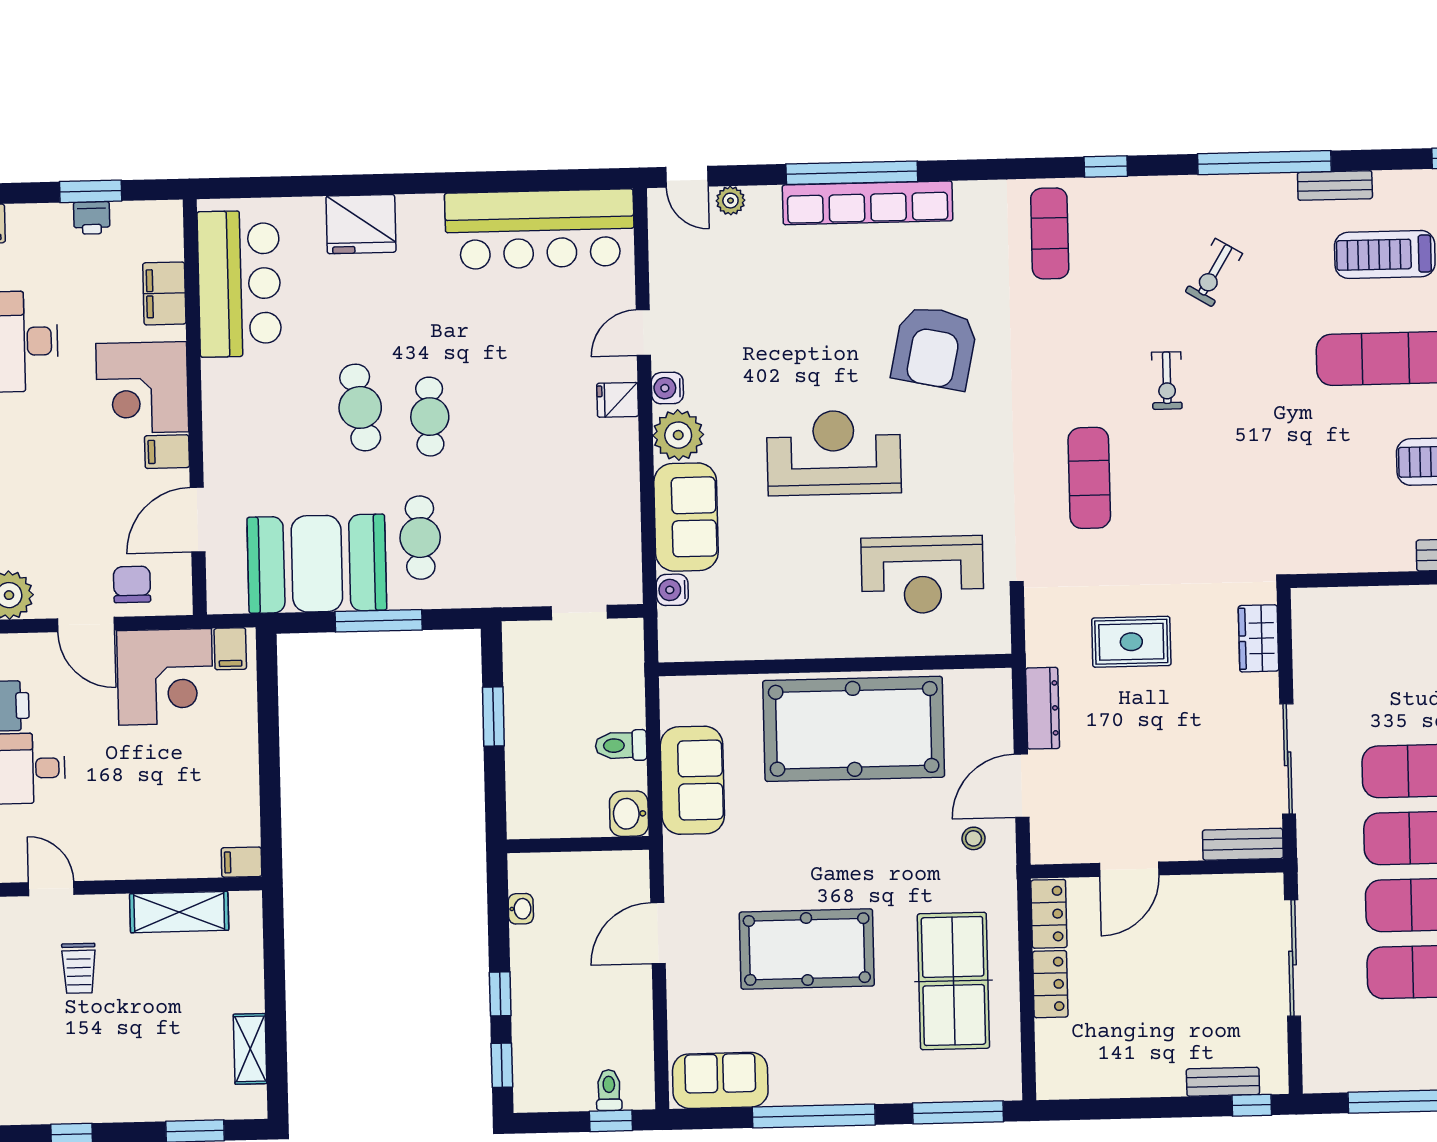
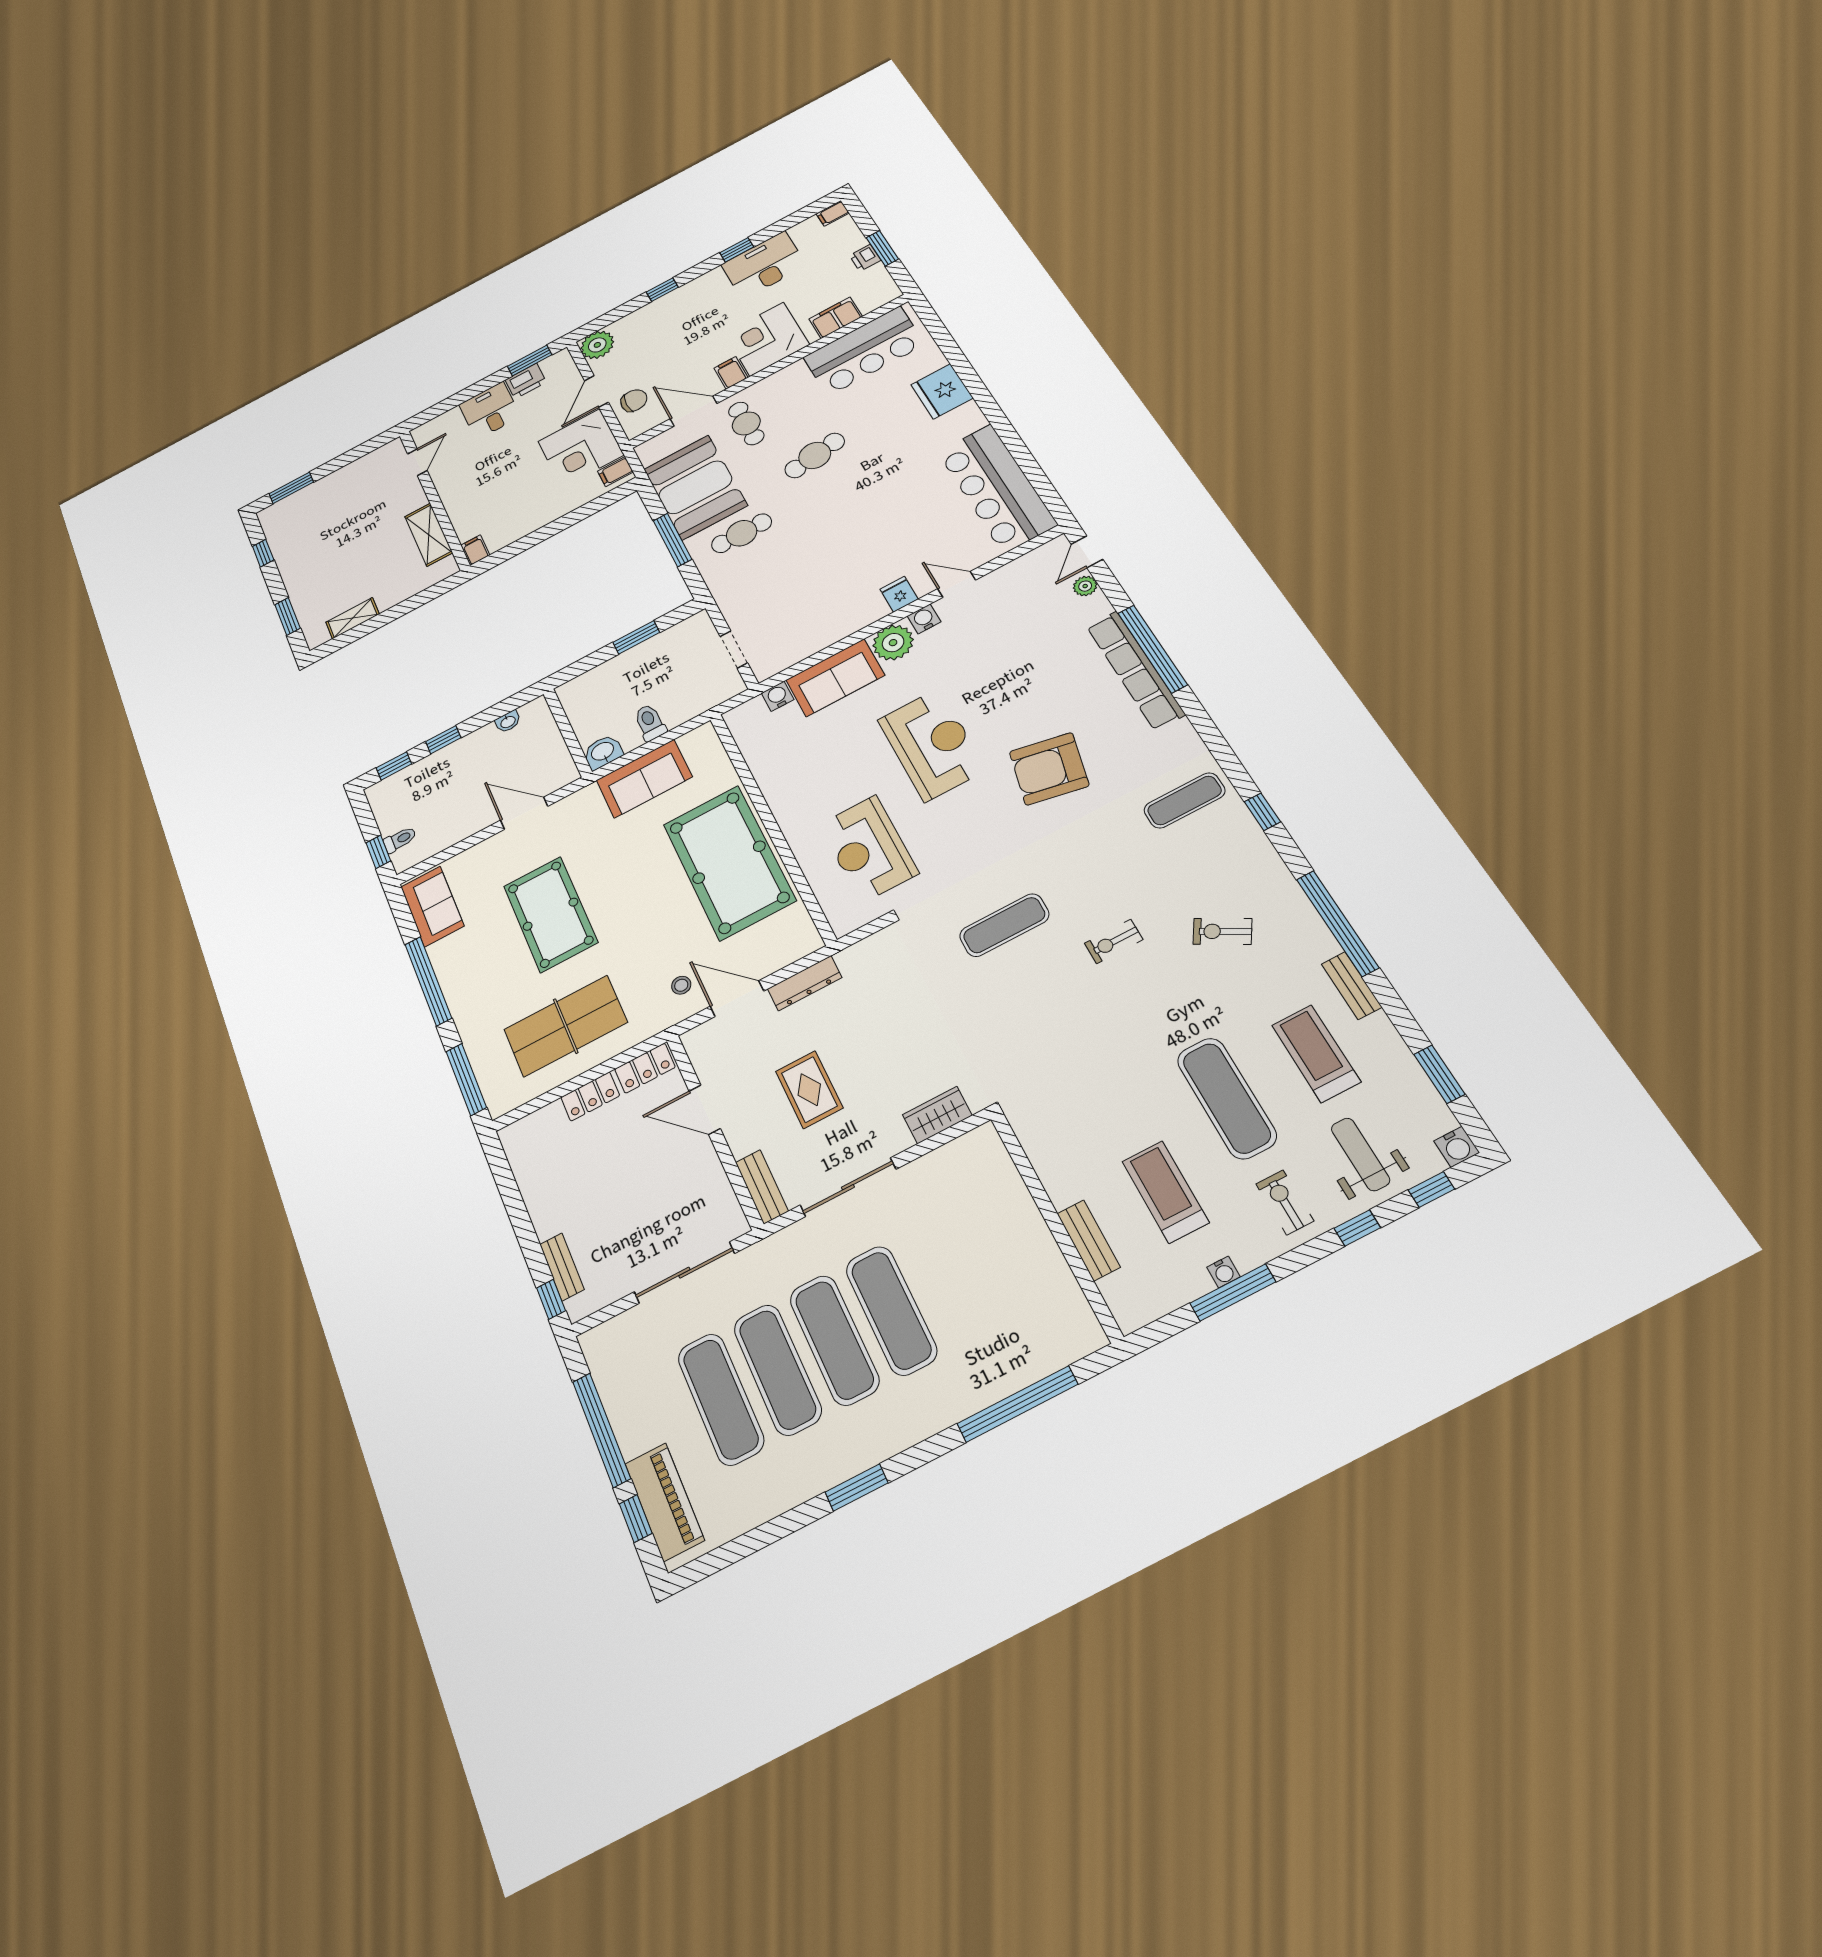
cafe table: (430, 417) -> (746, 423), moved, turned 90
rug: (1131, 642) -> (809, 1090), moved
trolley: (79, 968) -> (371, 502), removed

